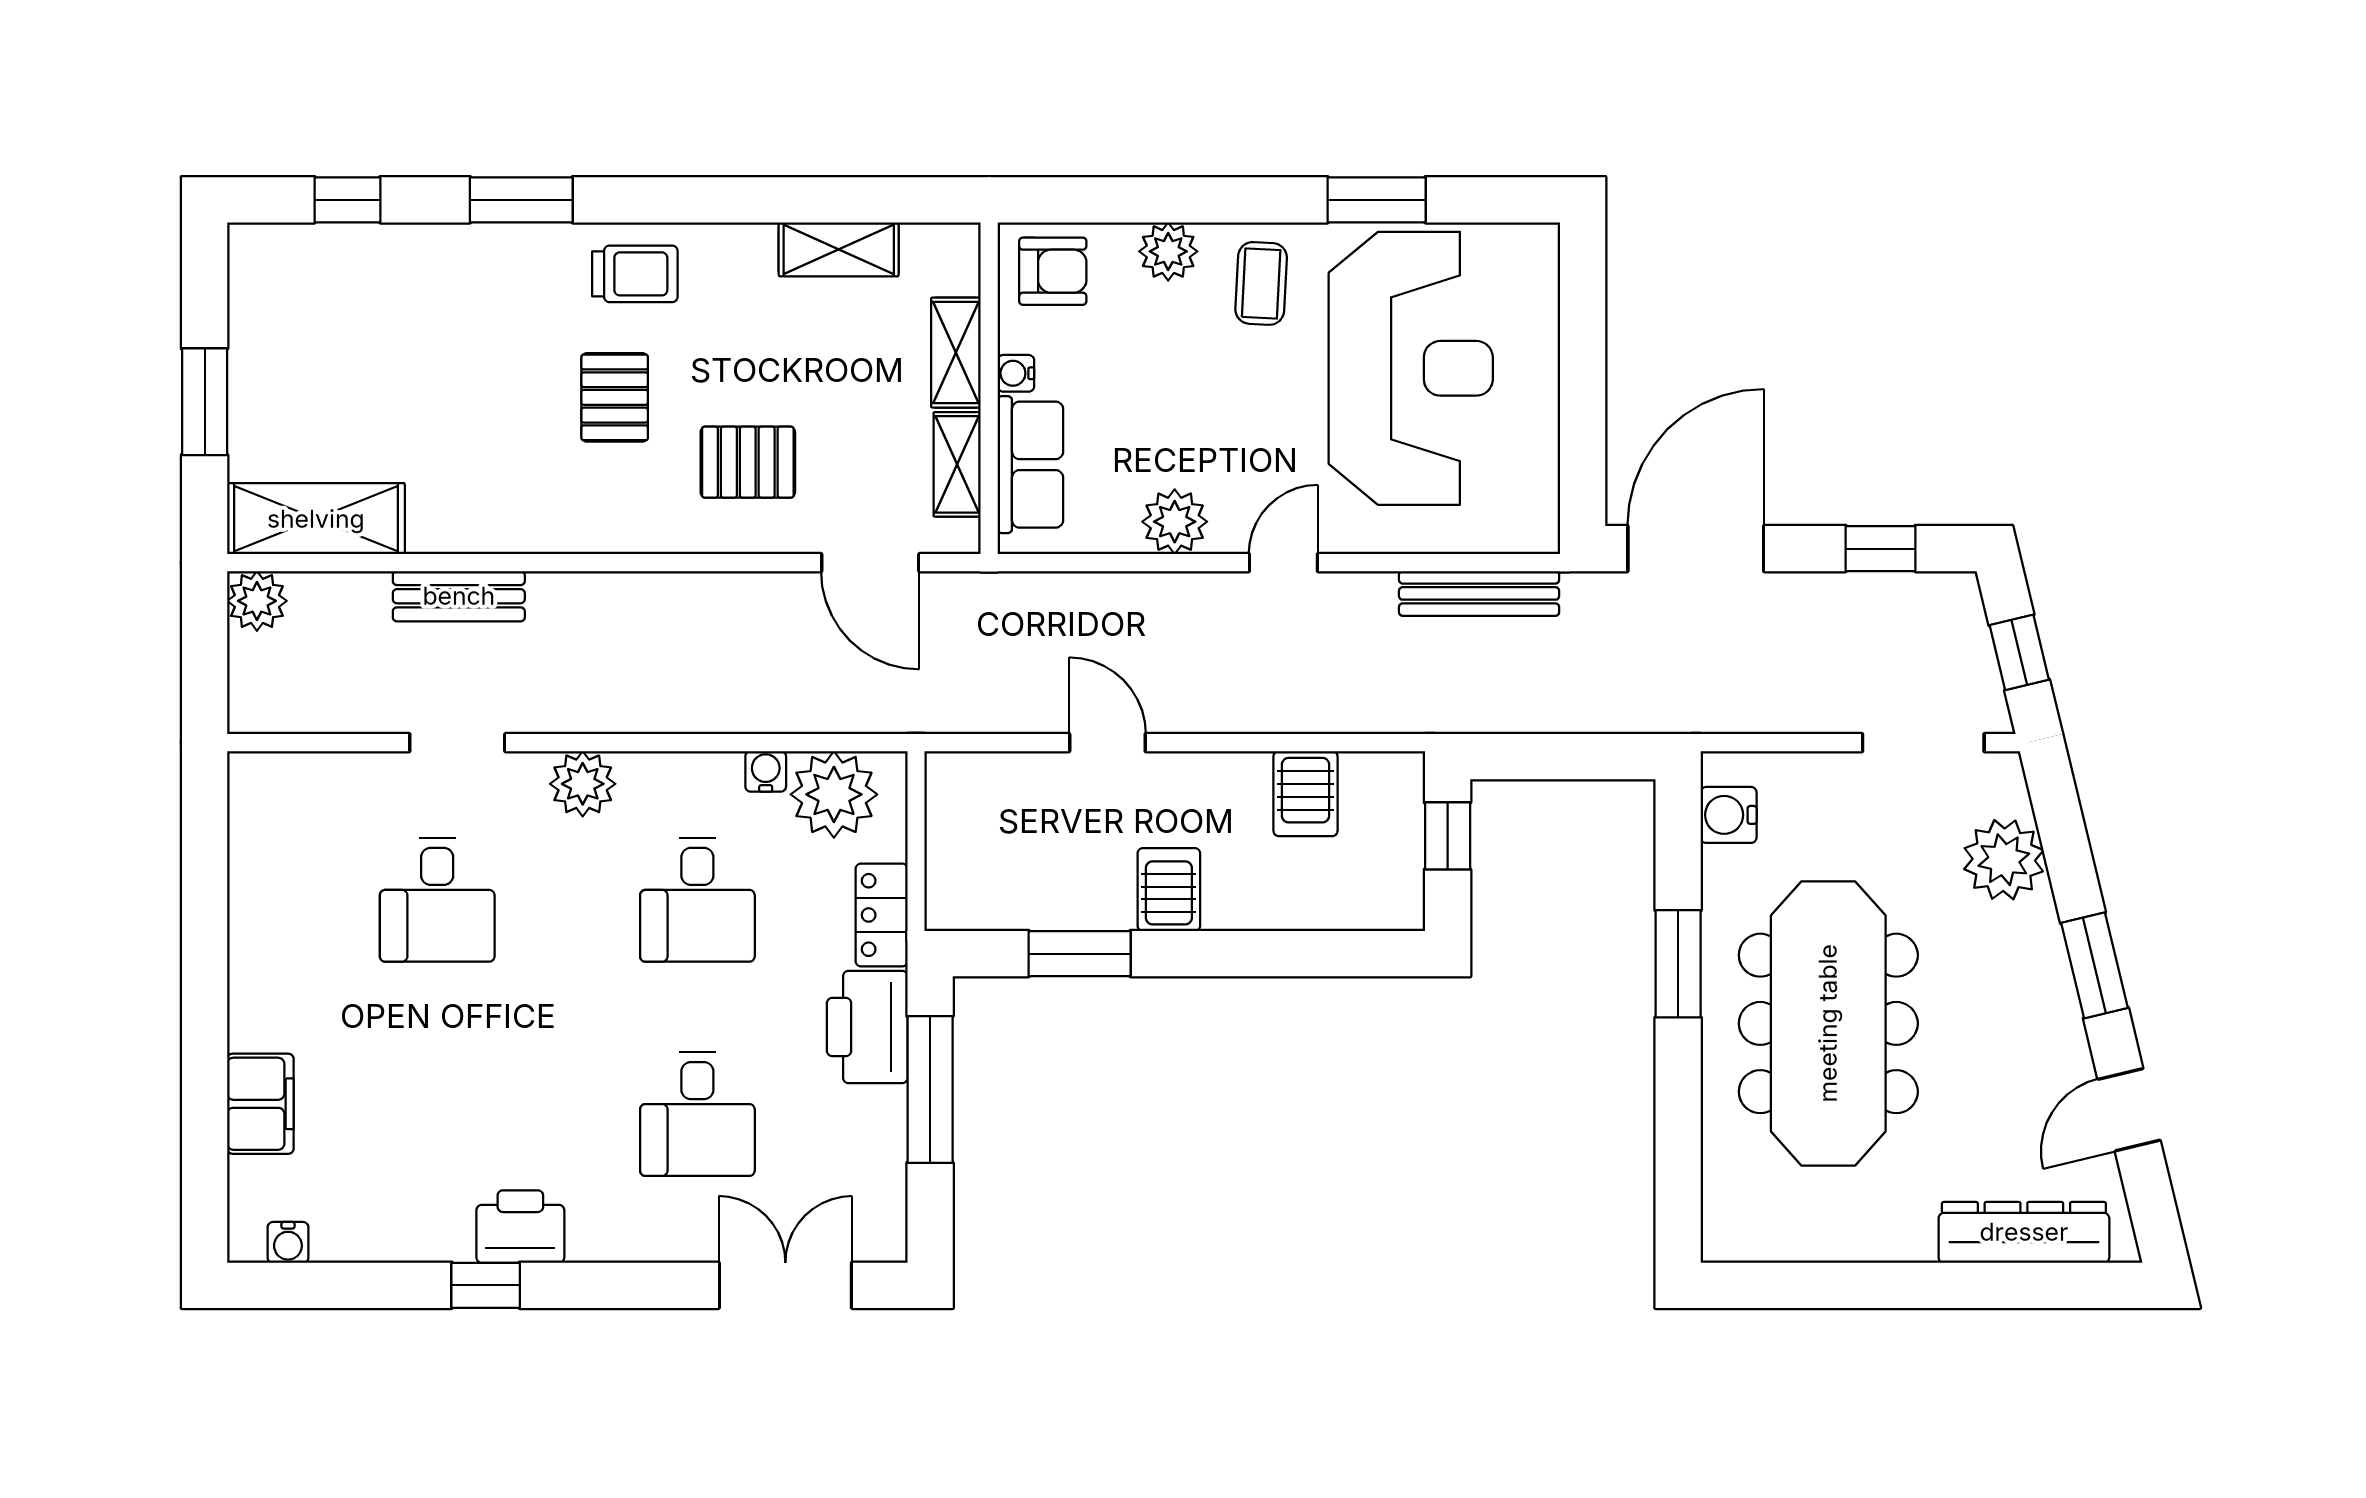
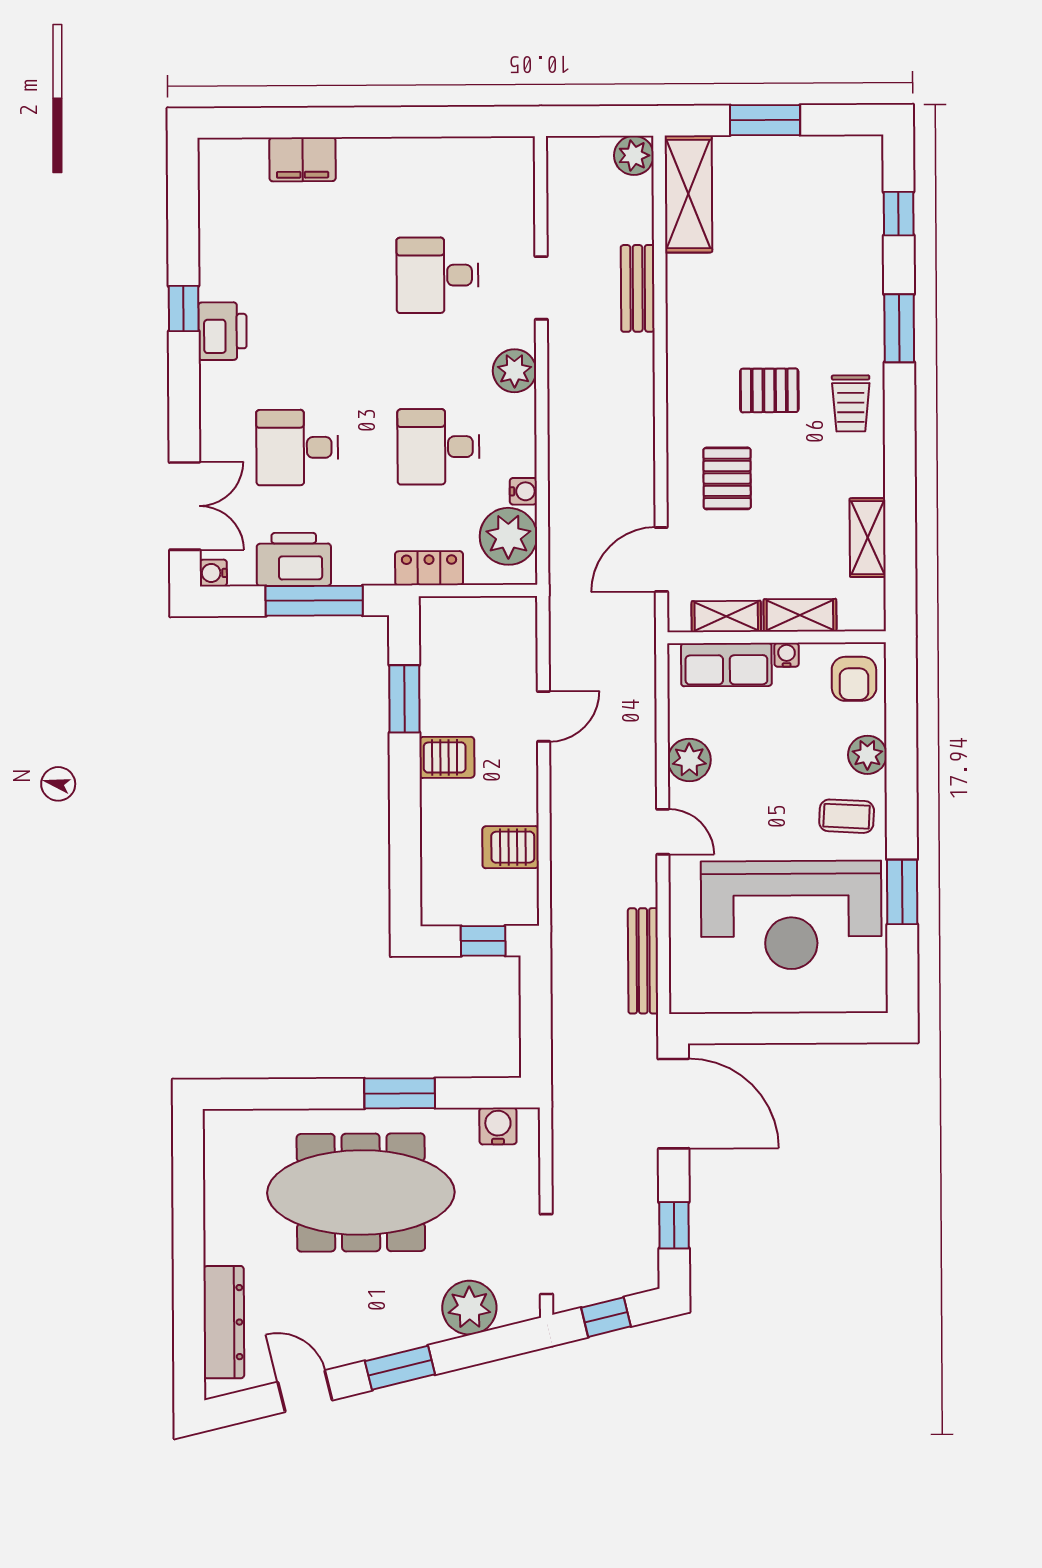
printer: (867, 1027) -> (294, 559), moved
water cooler: (288, 1242) -> (213, 573), moved

